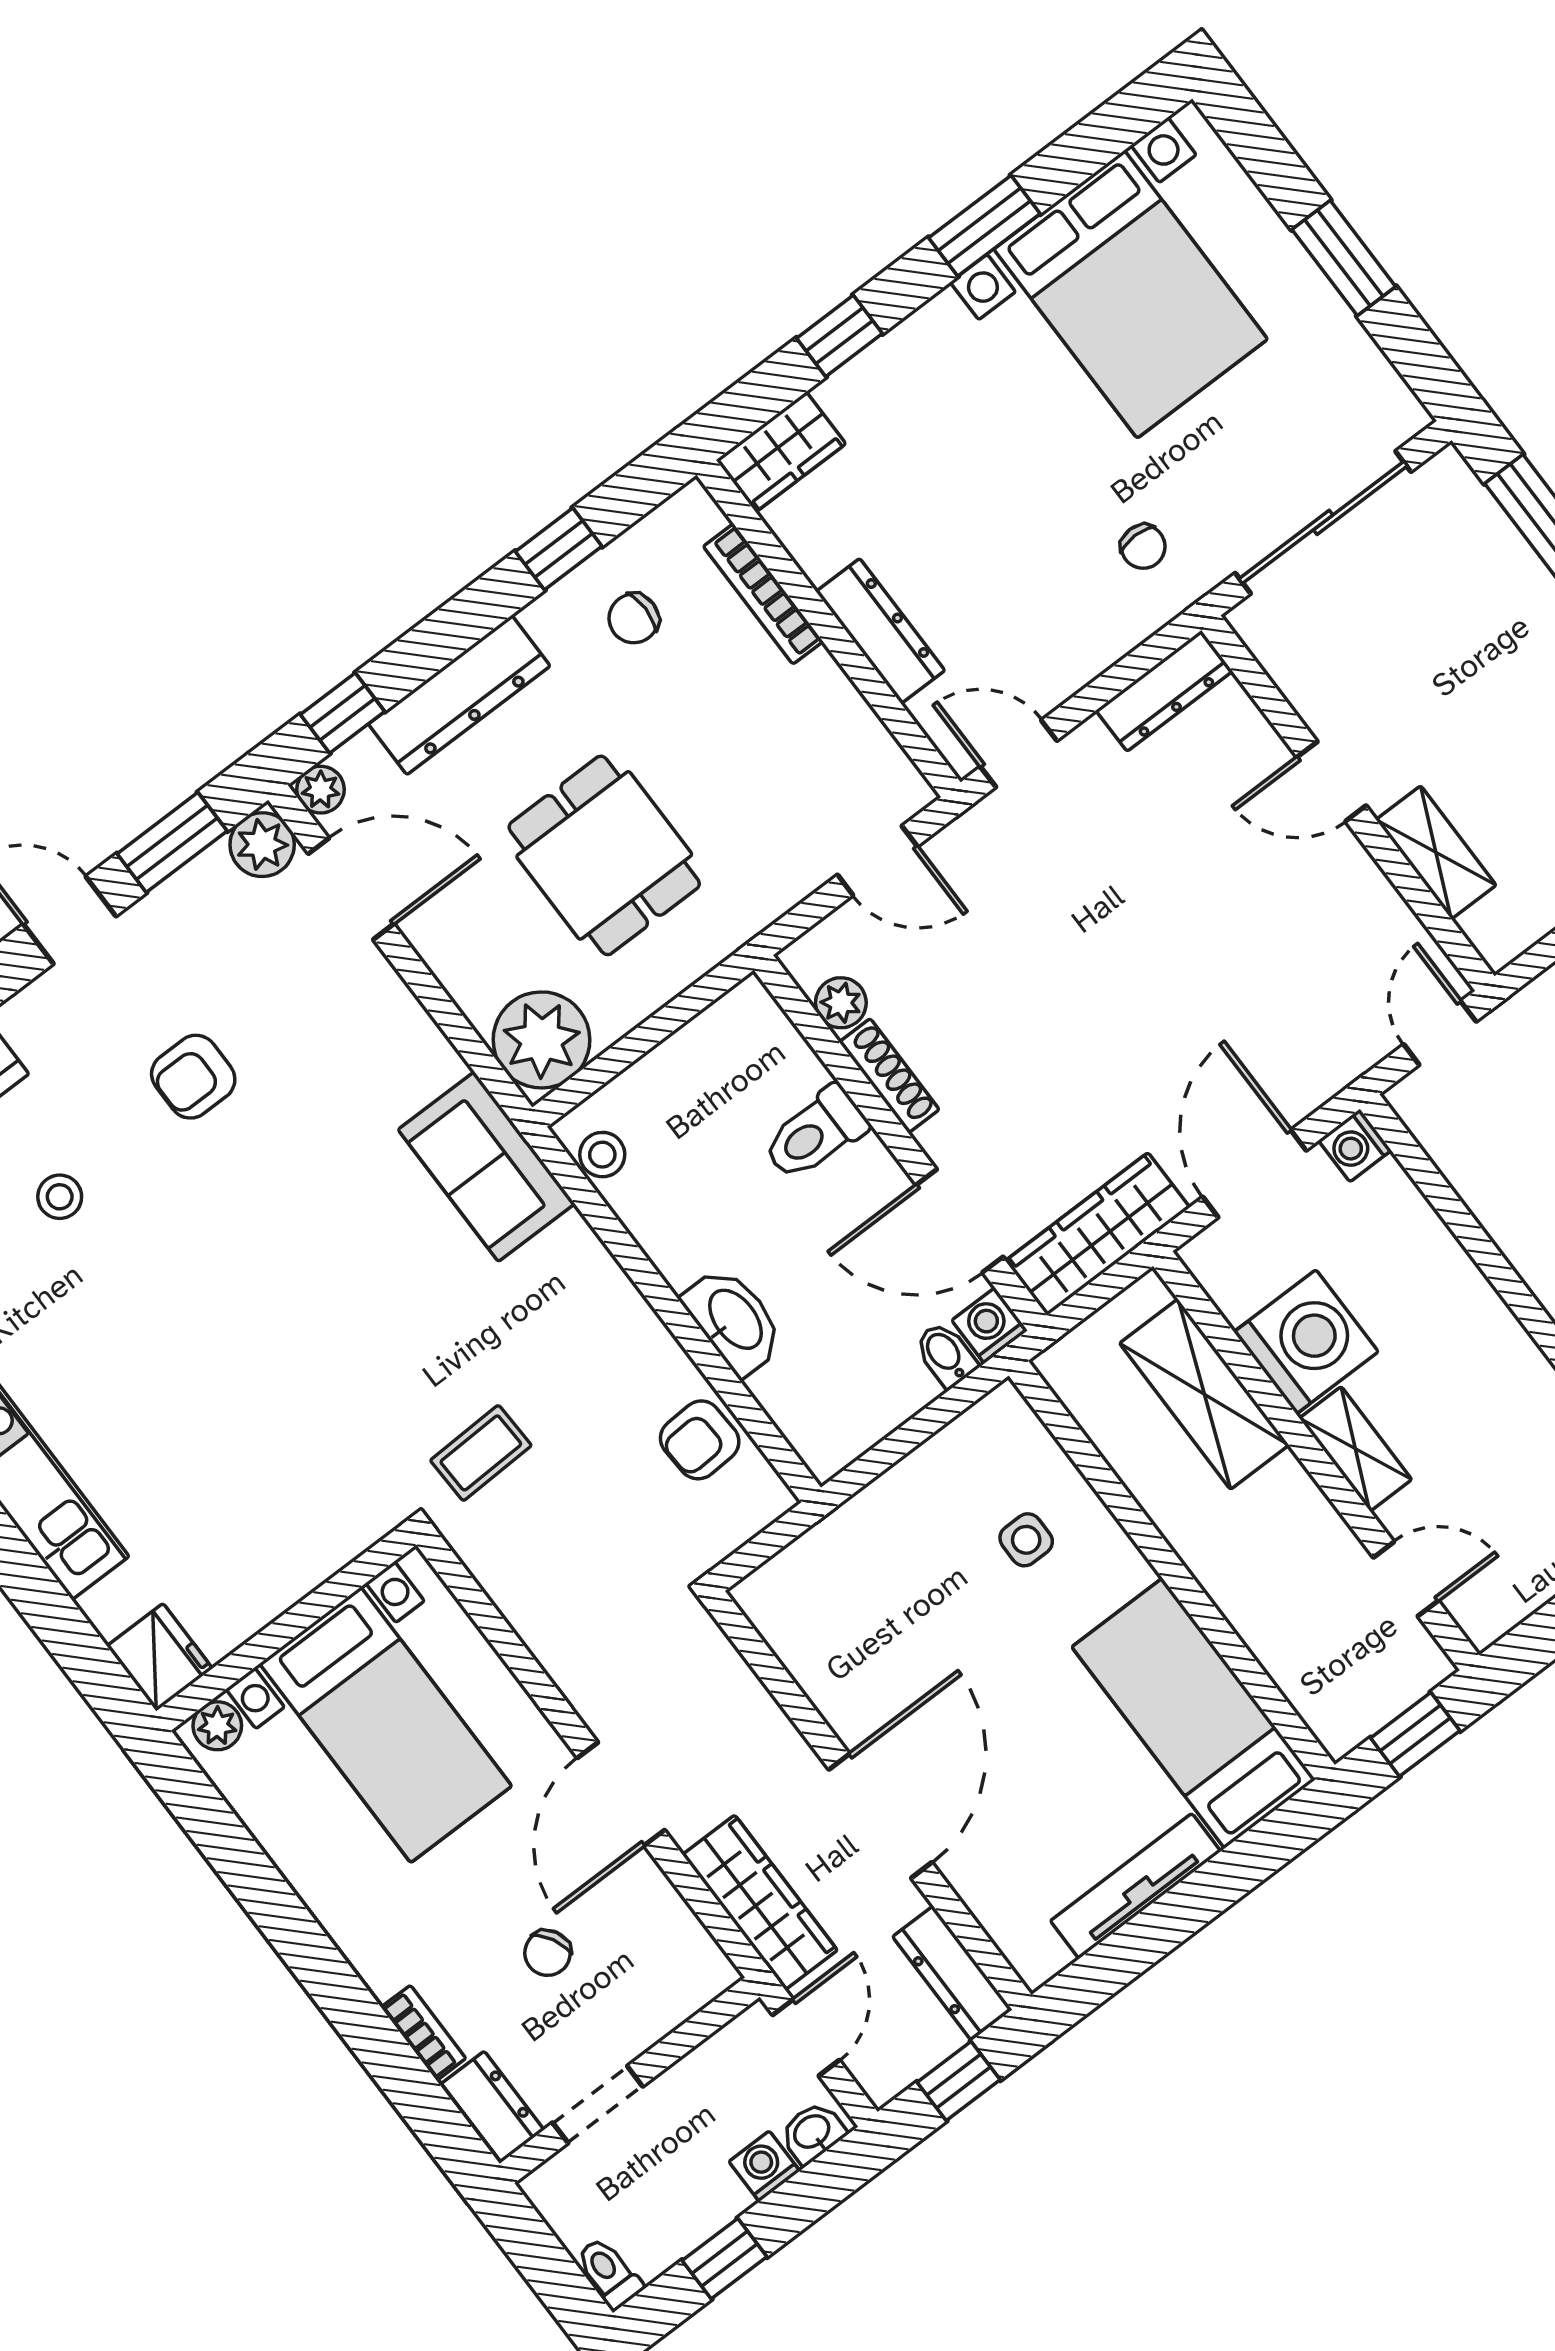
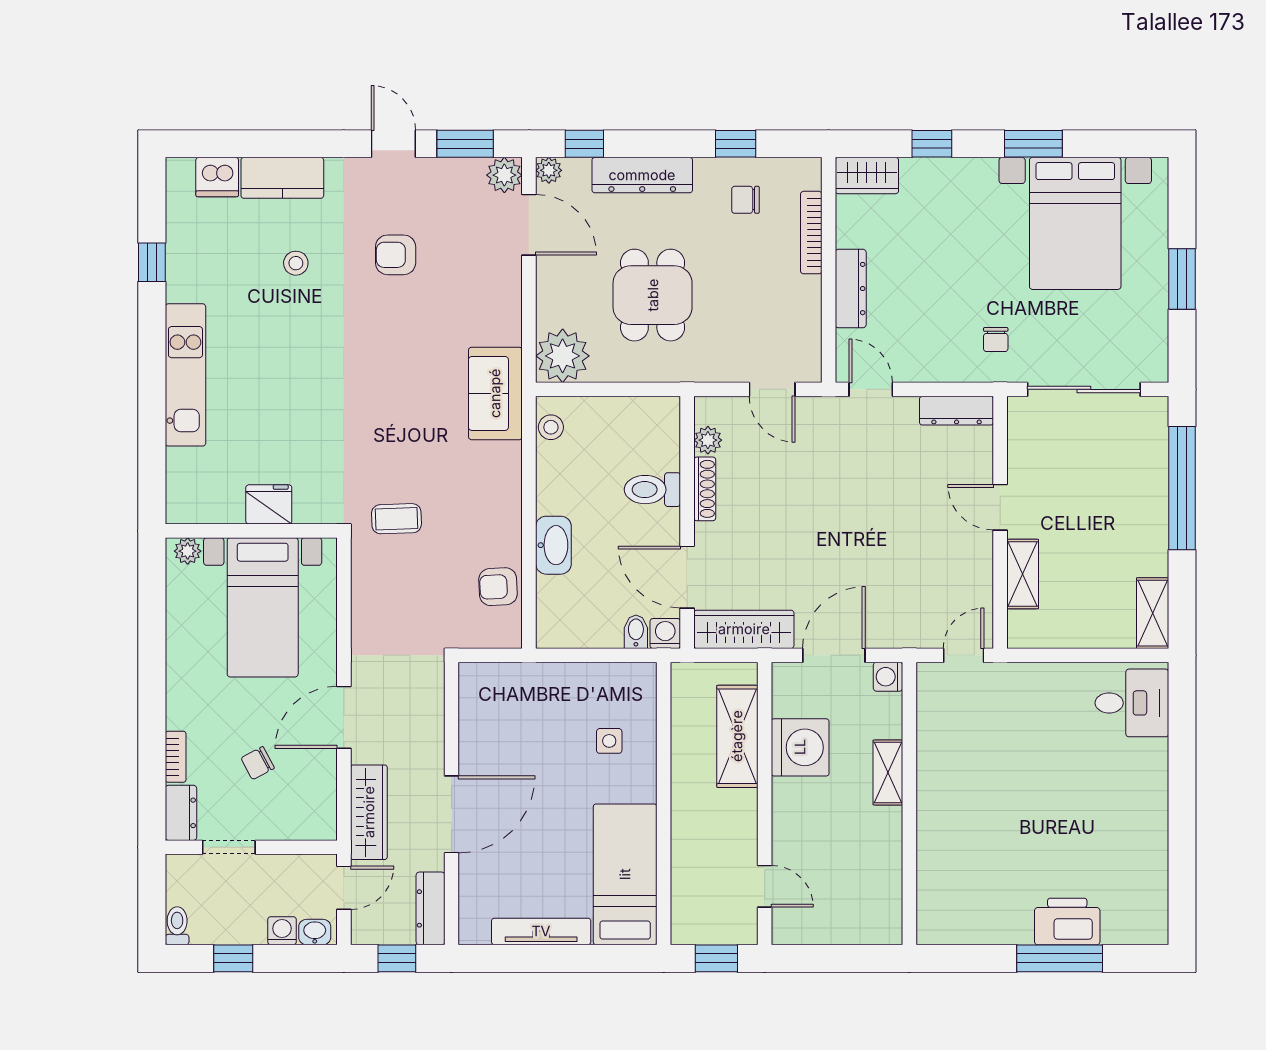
shelving: (1355, 1449) -> (888, 772), moved
fridge: (160, 1657) -> (269, 504), moved, turned -90

